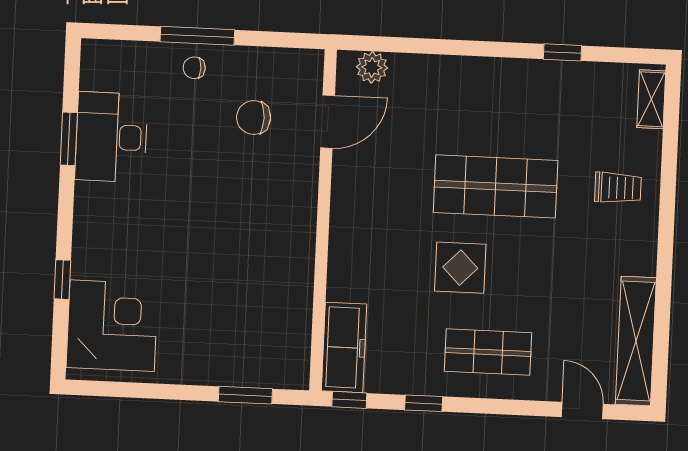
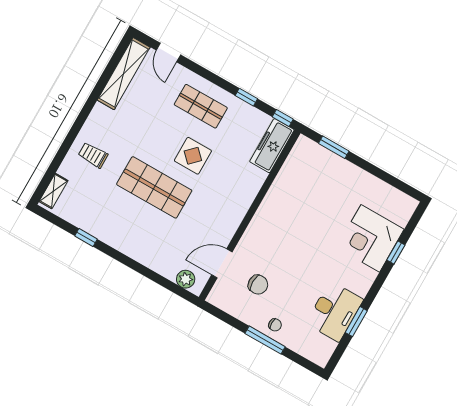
corner desk: (112, 326) -> (370, 238), moved

